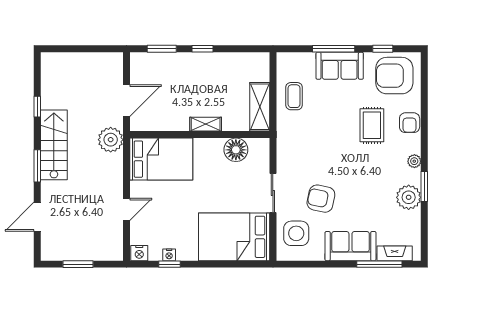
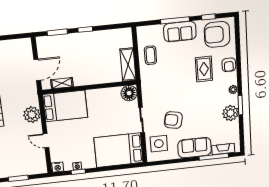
shelving: (206, 124) -> (62, 83), moved
plant: (111, 140) -> (32, 115), moved
floor lamp: (236, 150) -> (129, 93), moved
door: (127, 209) -> (46, 141), swing flipped

